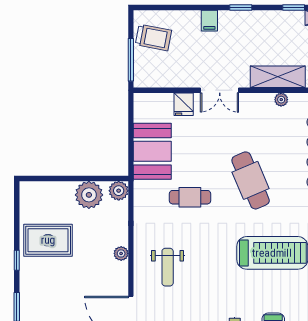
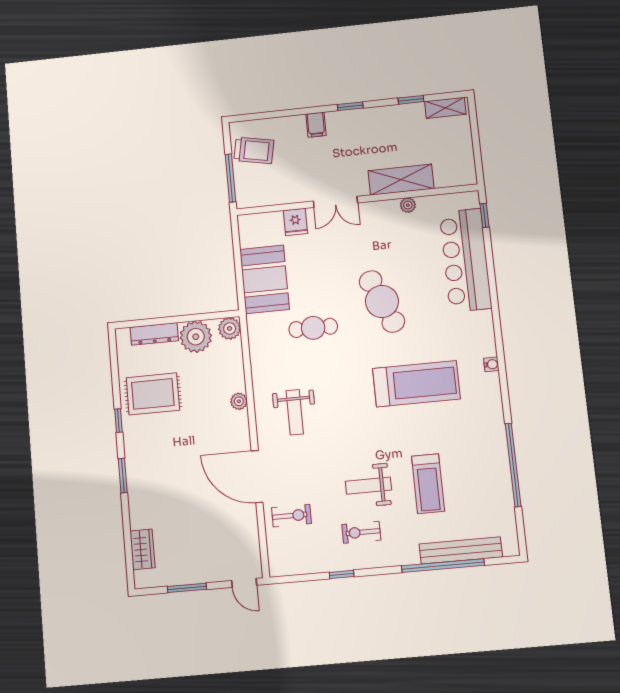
dresser: (53, 189) -> (154, 334), added

